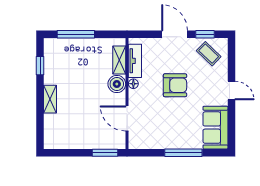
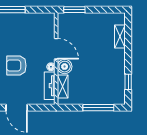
shelving: (50, 99) -> (120, 36), moved
door: (127, 118) -> (56, 49), moved

